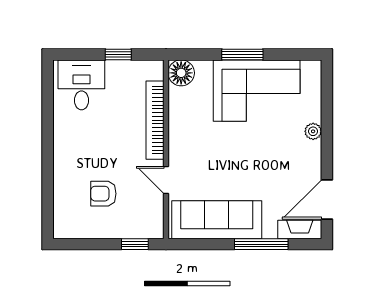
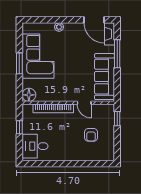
door: (166, 180) -> (84, 103), hinge flipped

